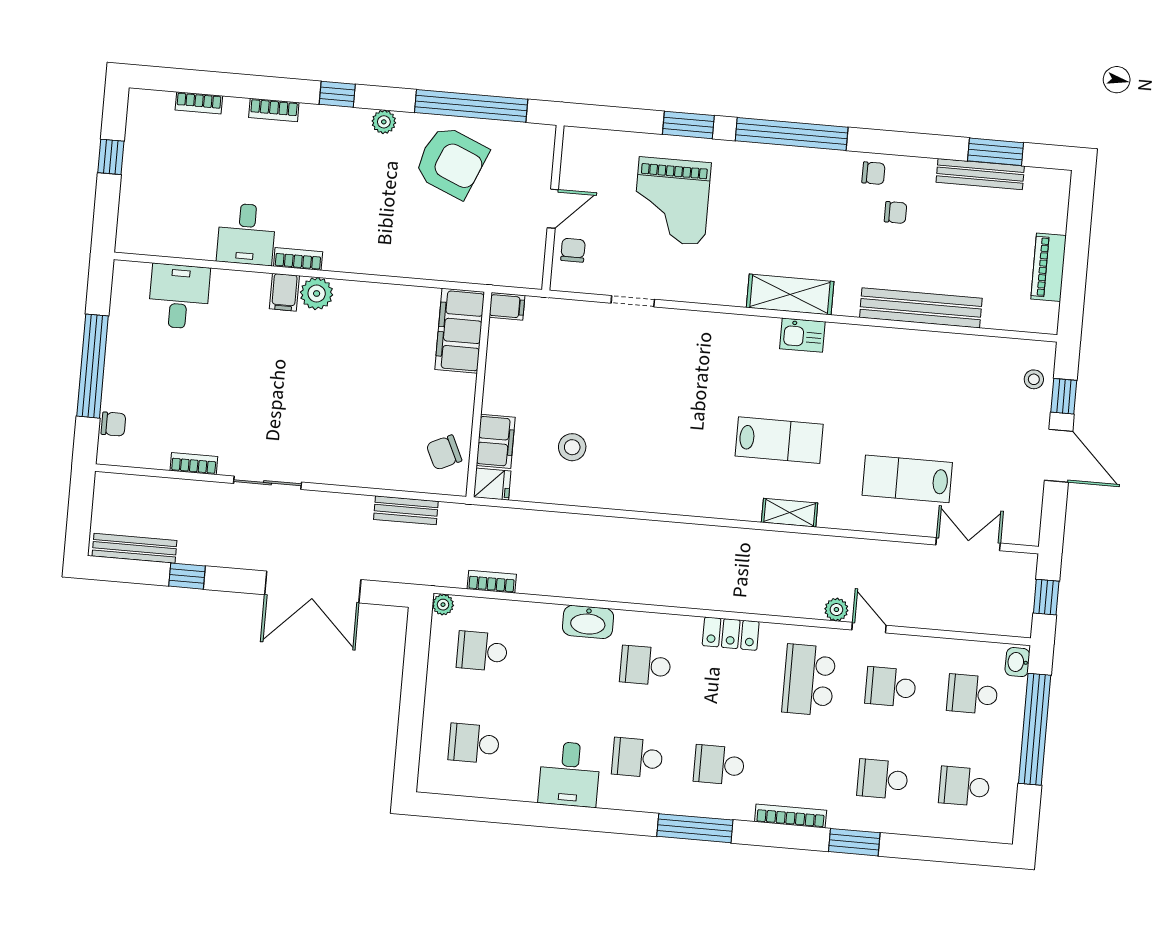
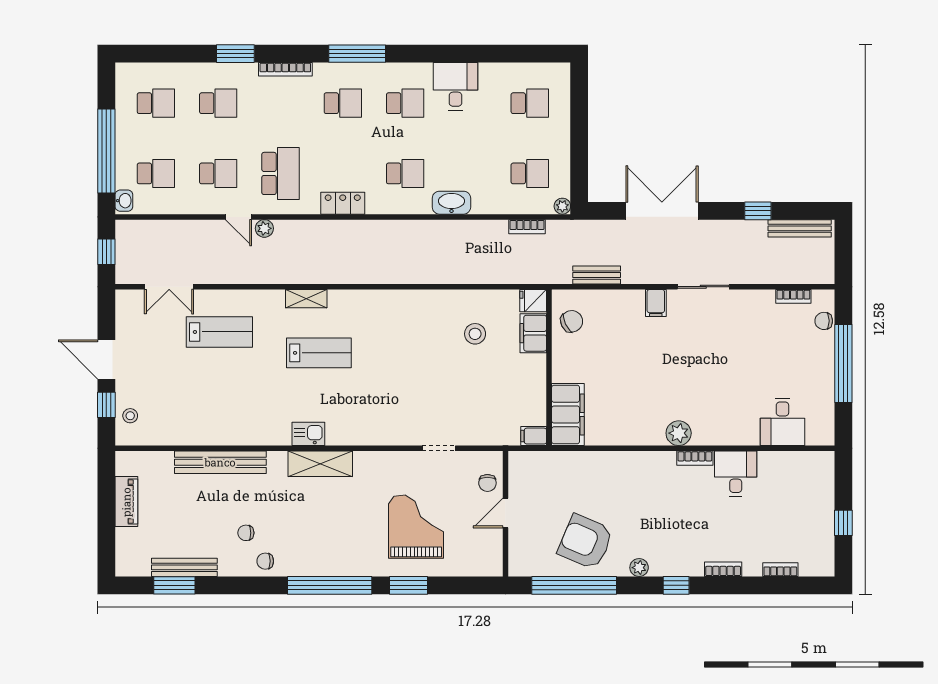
filing cabinet: (284, 292) -> (656, 303), moved, turned 180
lab bench: (779, 440) -> (319, 353), turned 180
bookcase: (194, 464) -> (793, 296), moved

